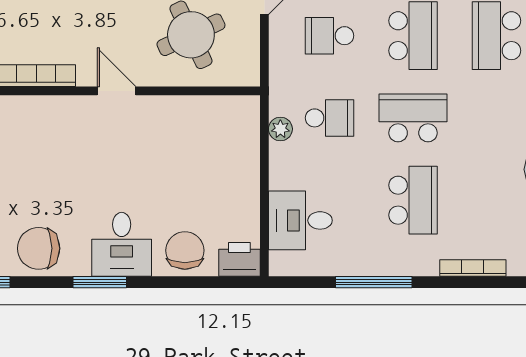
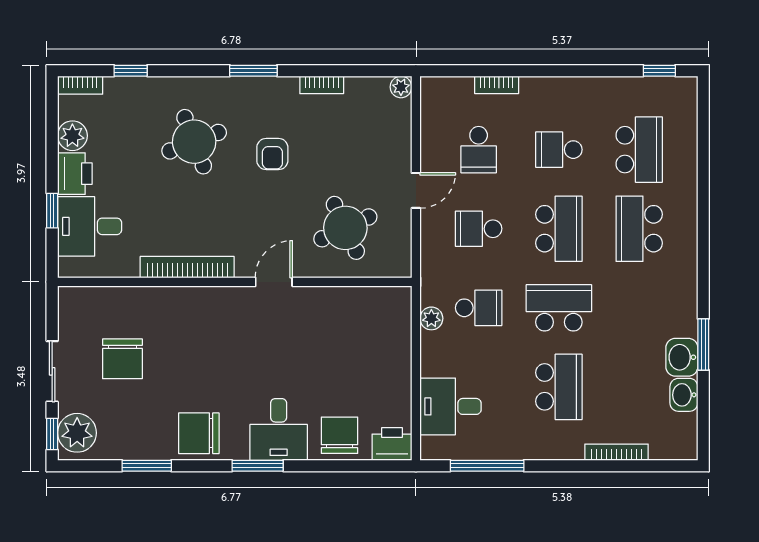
door: (117, 91) -> (274, 282), hinge flipped
window: (374, 282) -> (487, 466), moved

